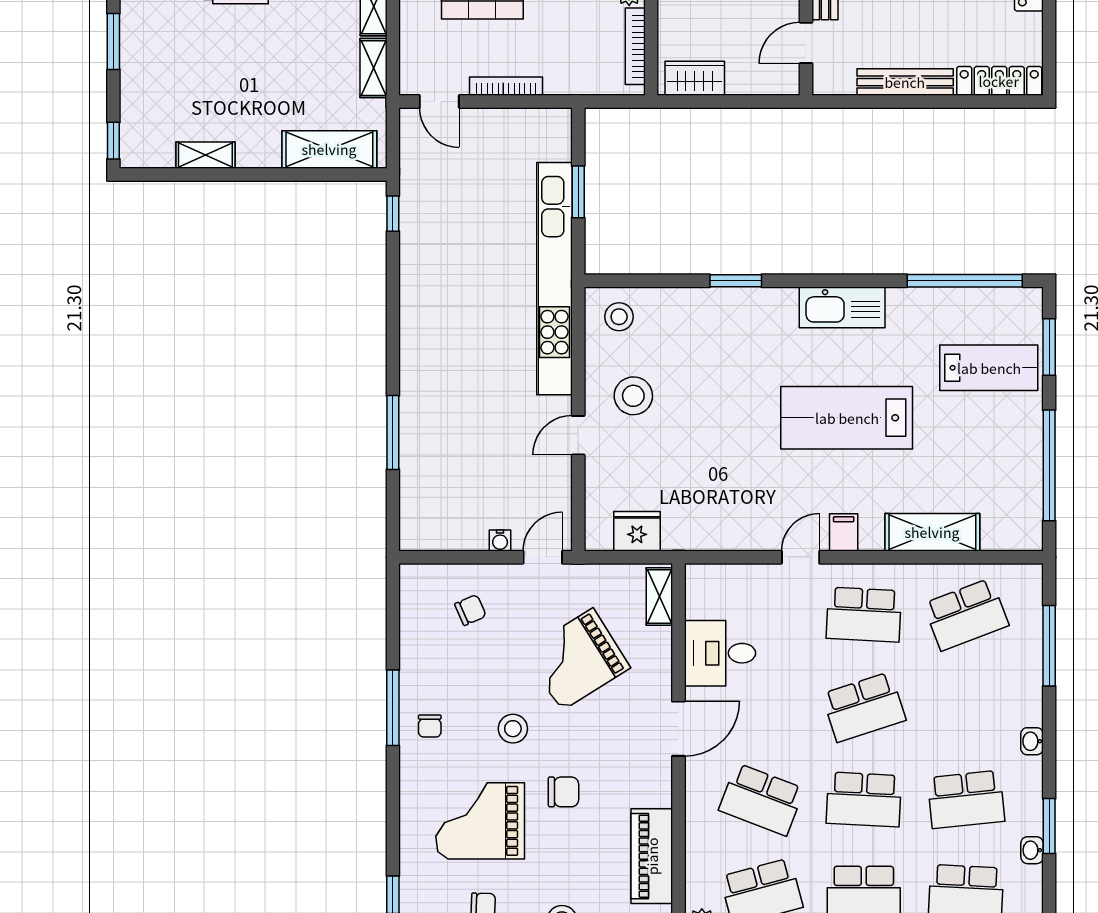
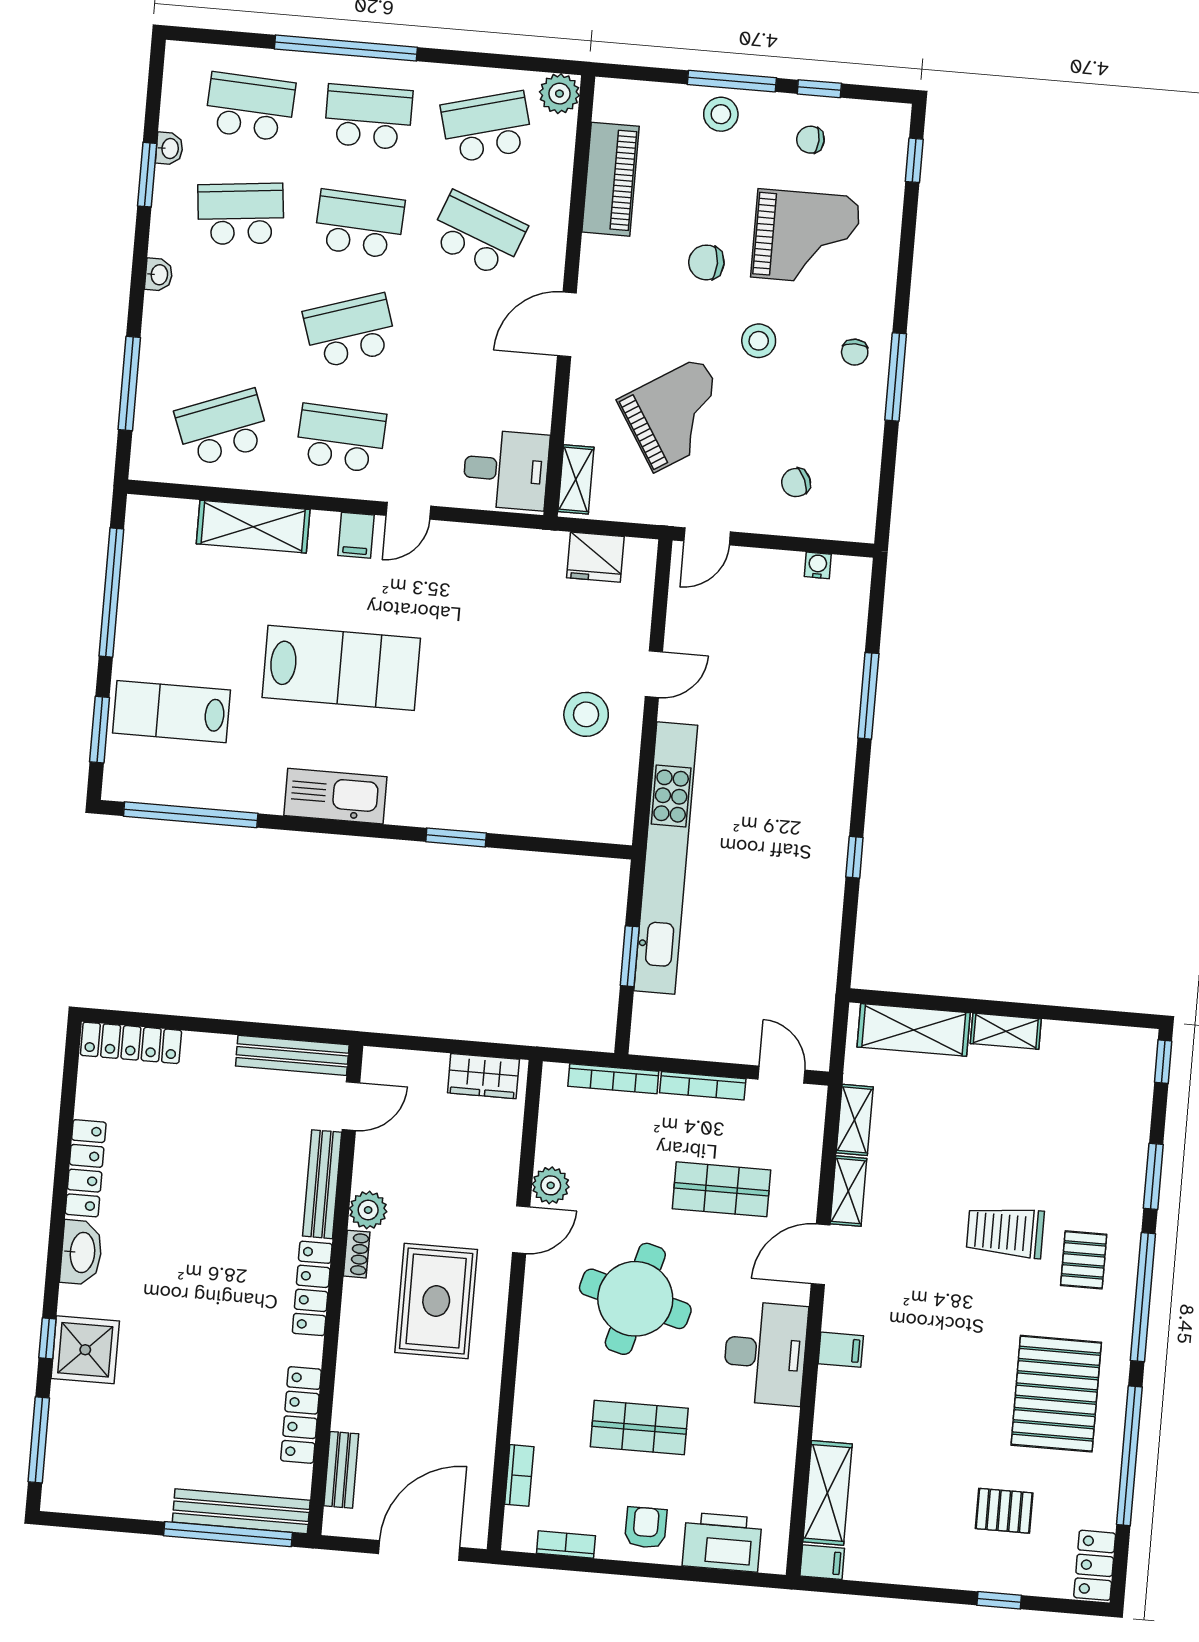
bookcase: (635, 46) -> (613, 1079), moved, turned 90
bench: (905, 82) -> (292, 1055), moved
shelving: (205, 155) -> (1006, 1031), moved
window: (393, 214) -> (854, 857), moved
stool: (619, 317) -> (595, 807), removed
water cooler: (500, 541) -> (818, 565), moved
desk: (720, 653) -> (506, 470), moved
chair: (430, 726) -> (855, 352), turned 180

